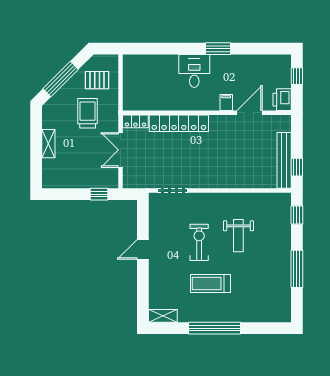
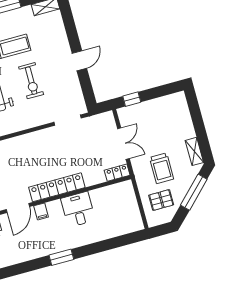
desk: (194, 71) -> (78, 209), moved, turned 180
locker: (179, 123) -> (57, 187), moved
shelving: (48, 144) -> (194, 151), moved

